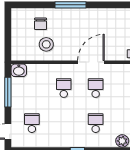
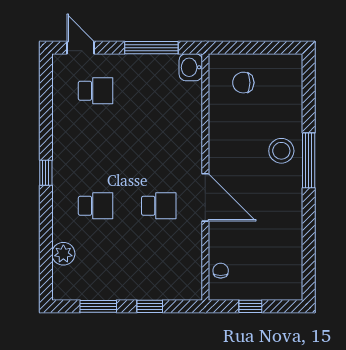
chair: (41, 24) -> (243, 83), moved
stool: (46, 44) -> (281, 151), moved
school desk: (64, 88) -> (159, 148), removed

